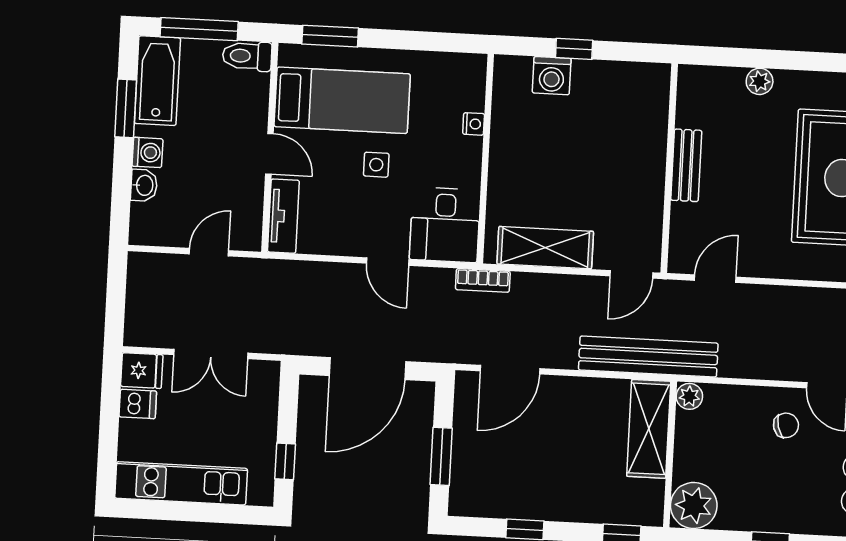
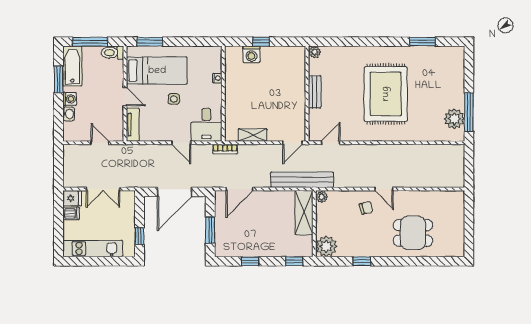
plant: (760, 81) -> (315, 52), moved
shelving: (545, 248) -> (253, 135), width x0.67, depth x0.75
door: (209, 252) -> (100, 143), hinge flipped

